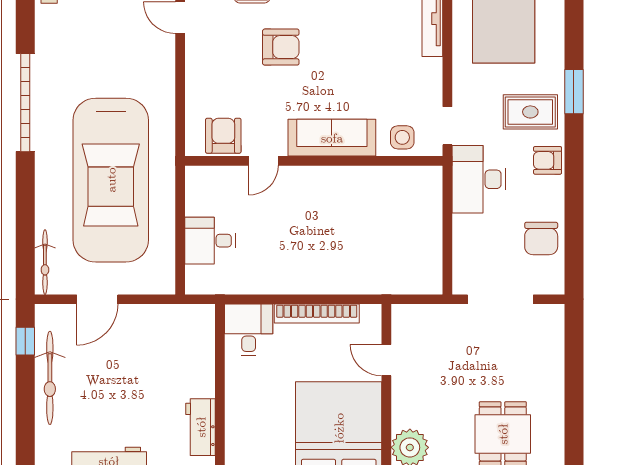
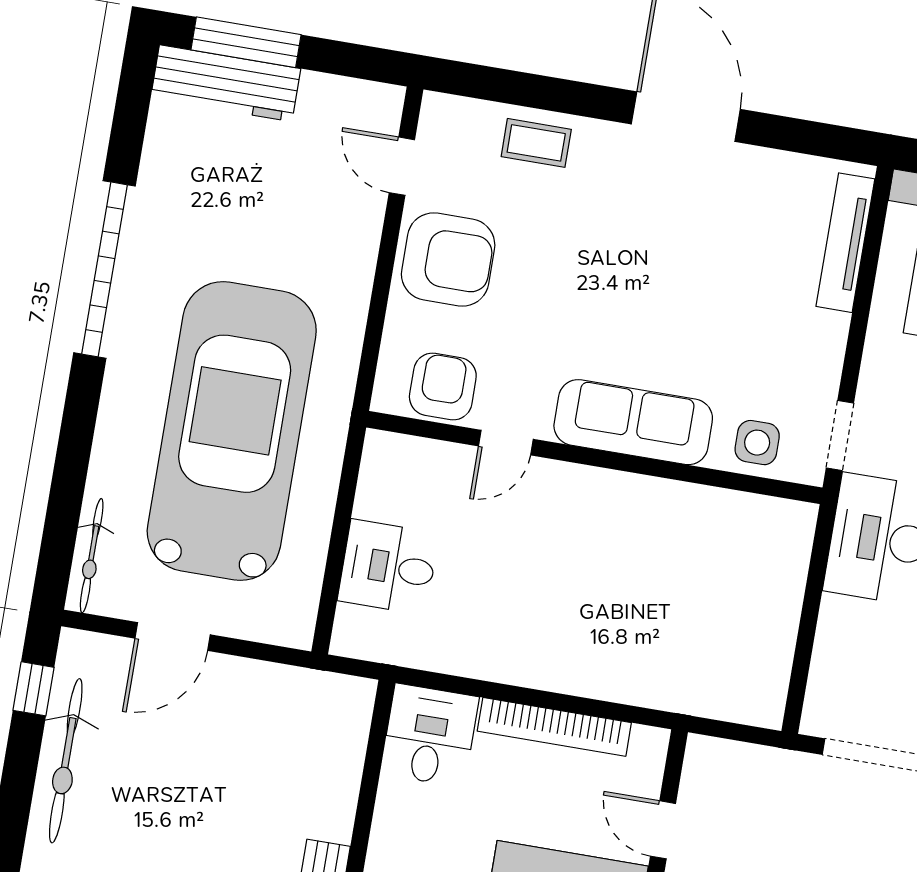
armchair: (281, 47) -> (448, 260), moved, width x1.36, depth x1.36
car: (111, 180) -> (232, 431), turned 180

